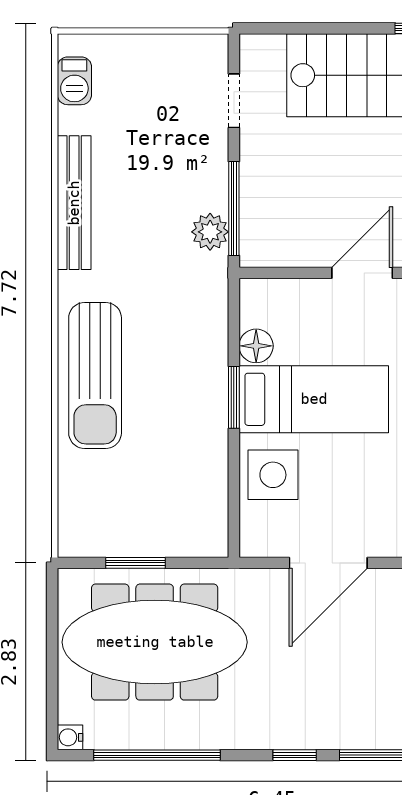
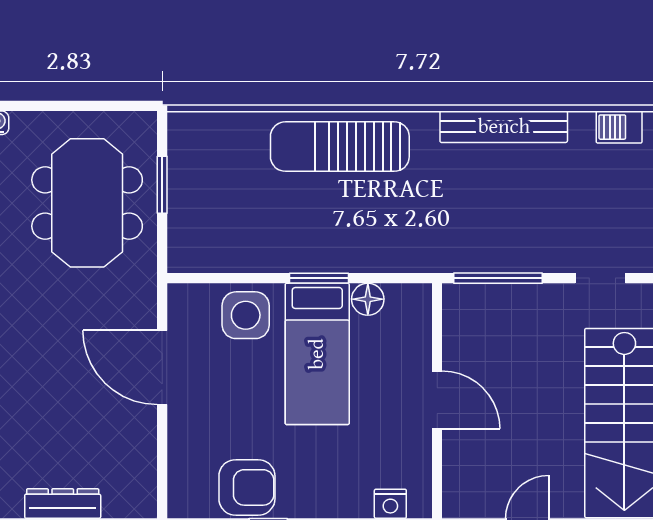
plant: (210, 232) -> (476, 256), removed
meeting table: (155, 642) -> (87, 203), width x0.73

